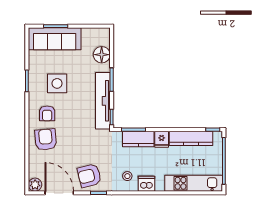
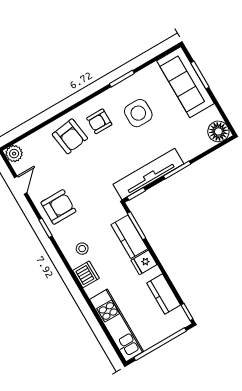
floor lamp: (102, 55) -> (218, 131), moved
kitchen counter: (191, 138) -> (164, 294), width x0.67
armchair: (46, 139) -> (70, 136), turned 87
armchair: (89, 176) -> (58, 207), turned 104
door: (59, 193) -> (21, 185), width x0.53

